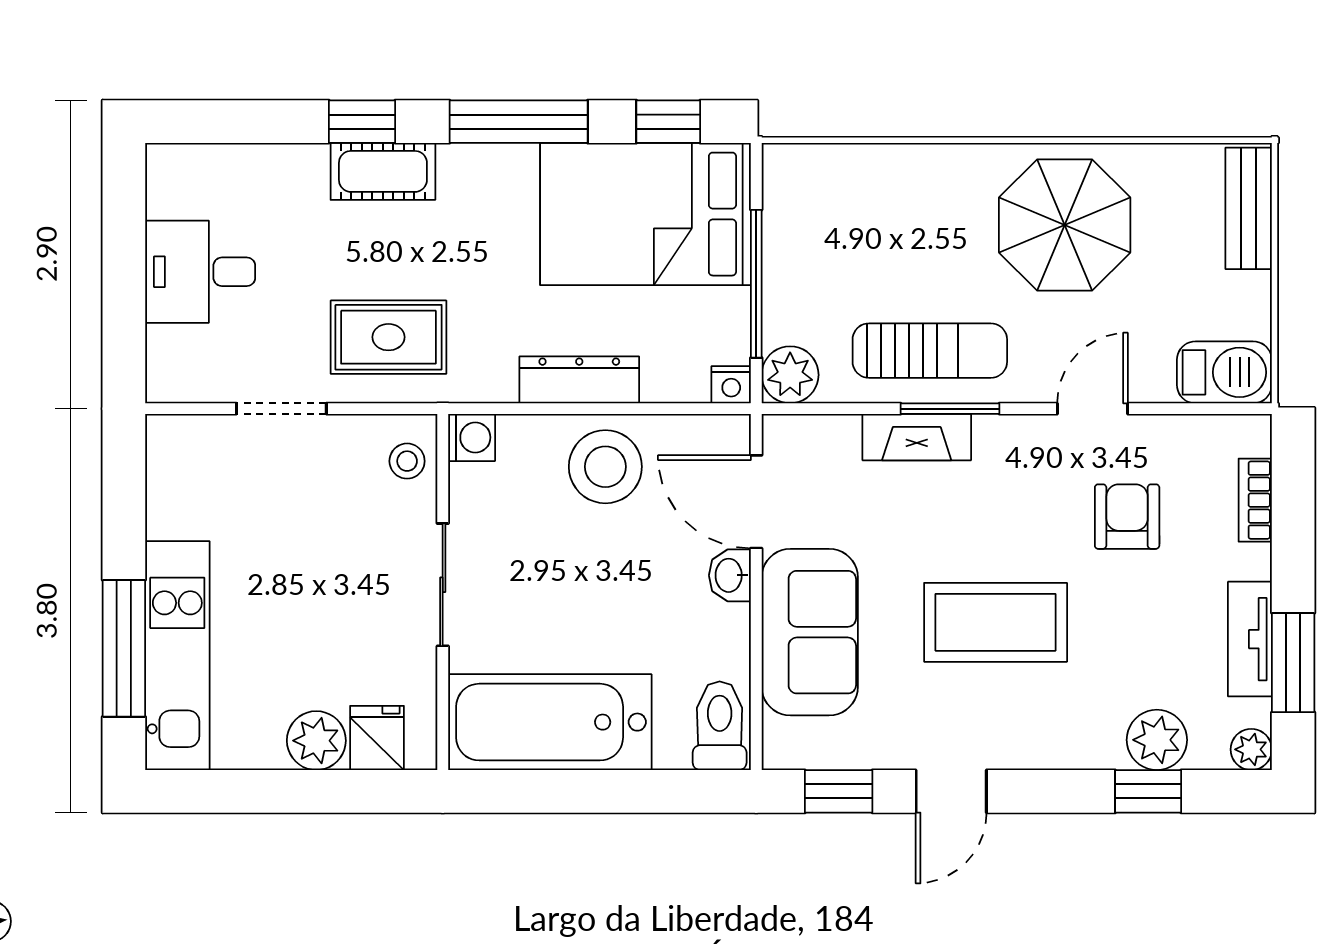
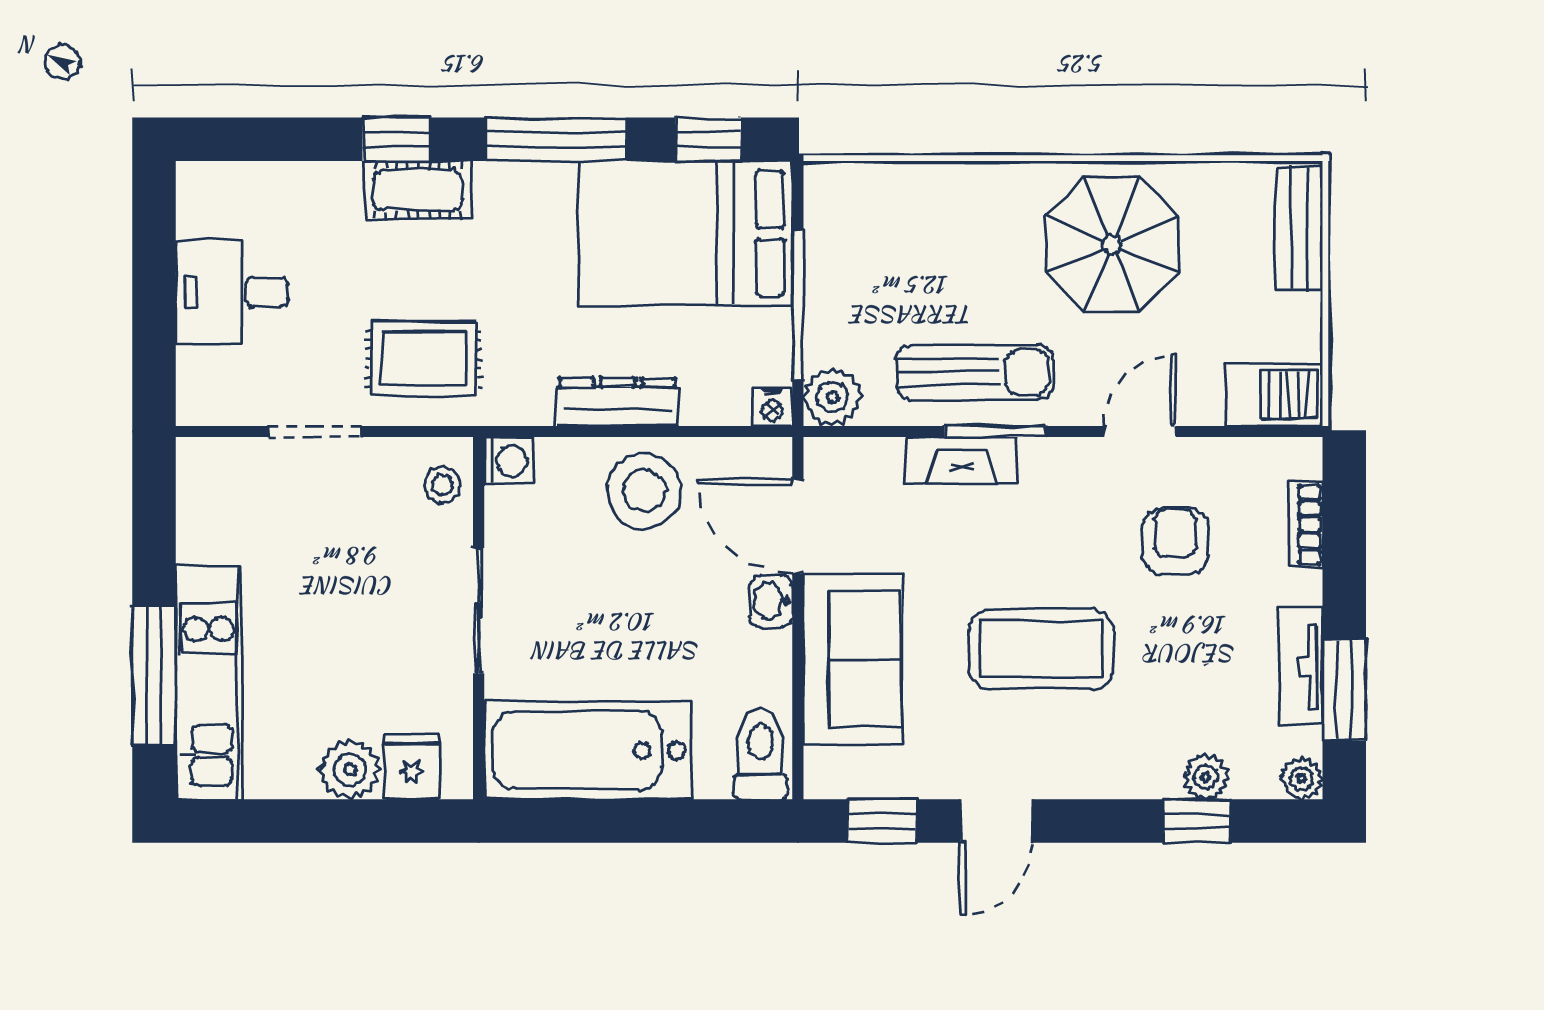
plant: (1157, 740) -> (1206, 777), width x0.73, depth x0.73

